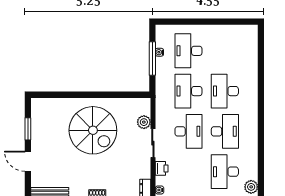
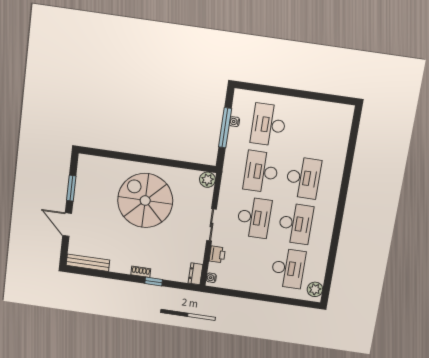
desk: (225, 91) -> (303, 178), turned 180
plant: (144, 122) -> (207, 180), moved
spiral stairs: (93, 130) -> (145, 201), turned 180
desk: (225, 172) -> (288, 268), turned 180

